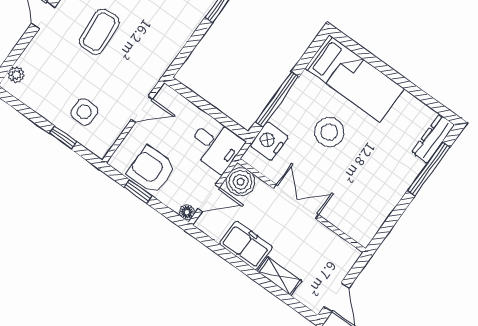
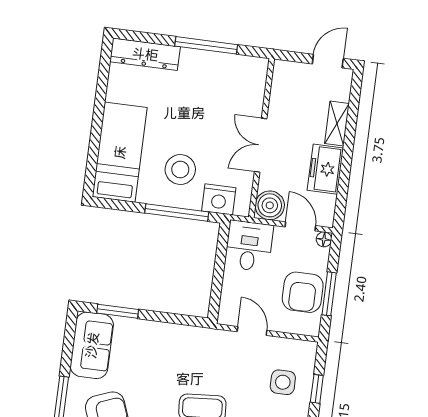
stool: (329, 132) -> (180, 170), moved
dresser: (433, 139) -> (145, 54), width x1.37, depth x1.24
window: (429, 169) -> (206, 45), moved
window: (138, 192) -> (329, 294), width x1.50

